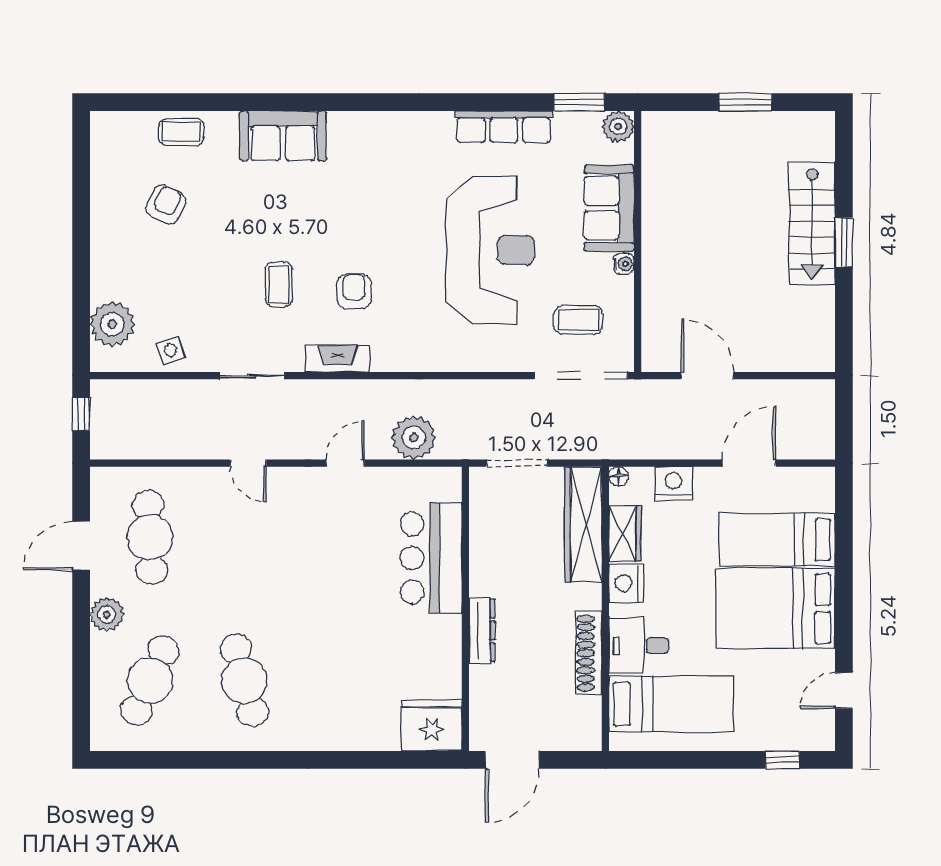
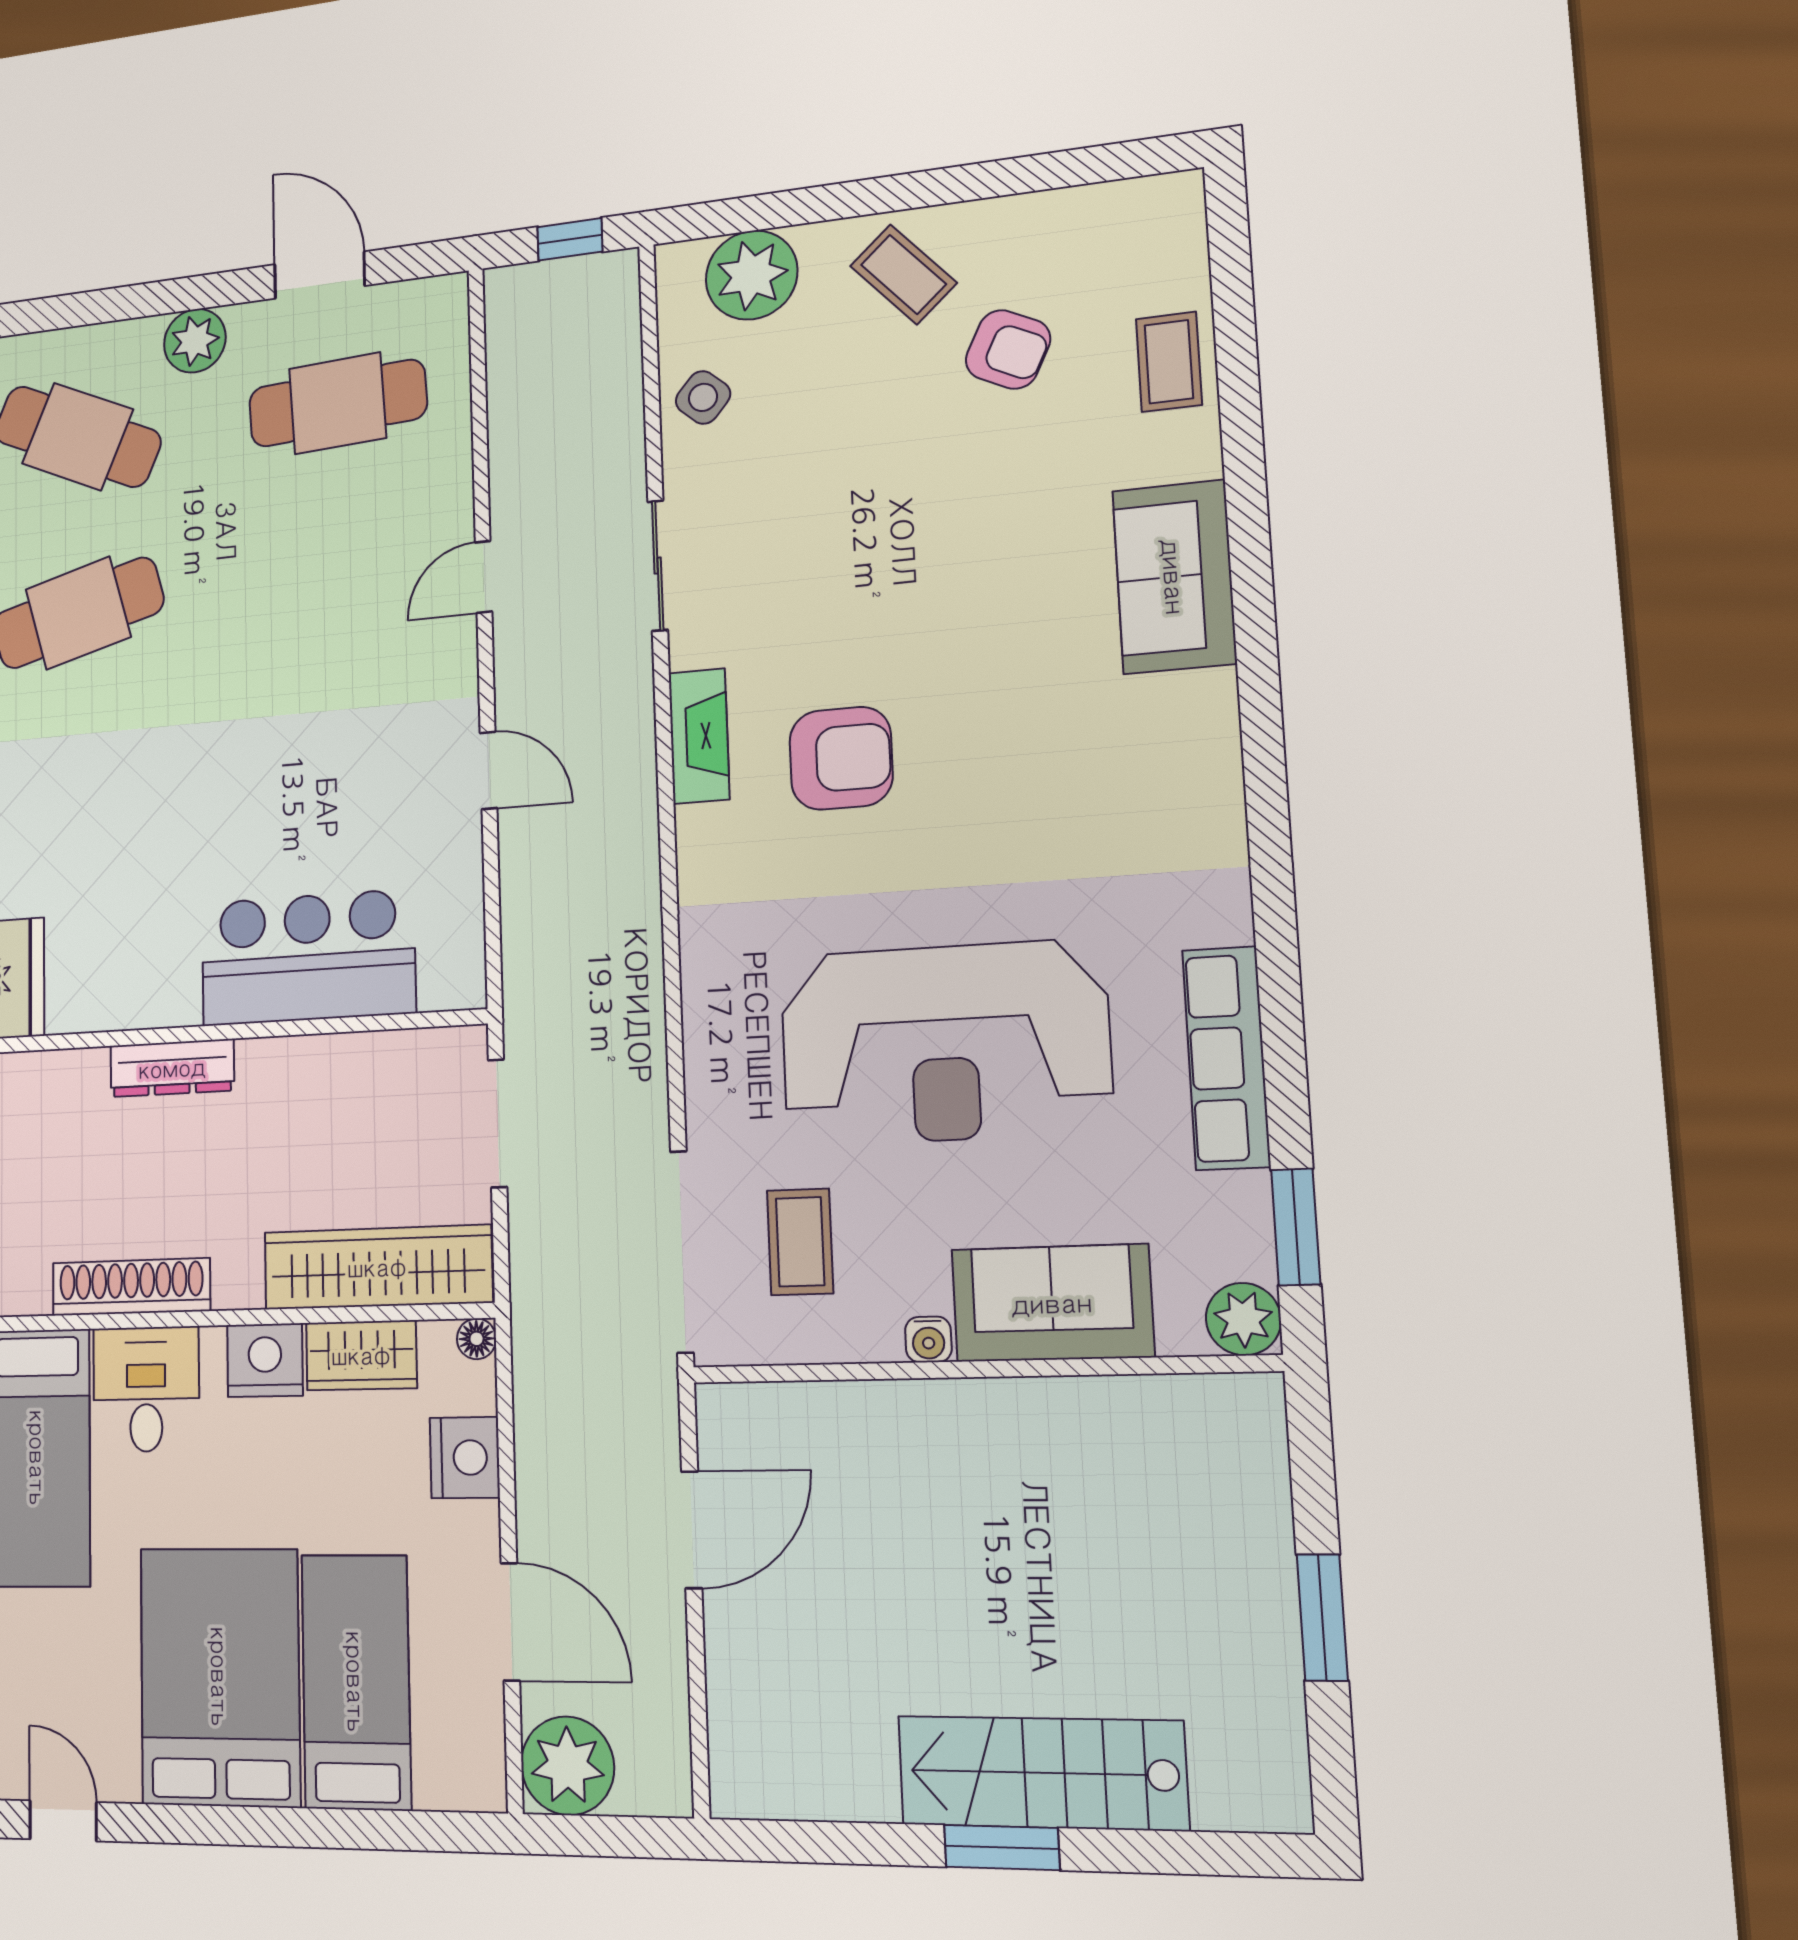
coffee table: (278, 284) -> (904, 274), moved, turned 48
armchair: (354, 291) -> (841, 758), width x1.38, depth x1.38
side table: (171, 350) -> (703, 397), turned -30
plant: (414, 438) -> (568, 1766), moved

